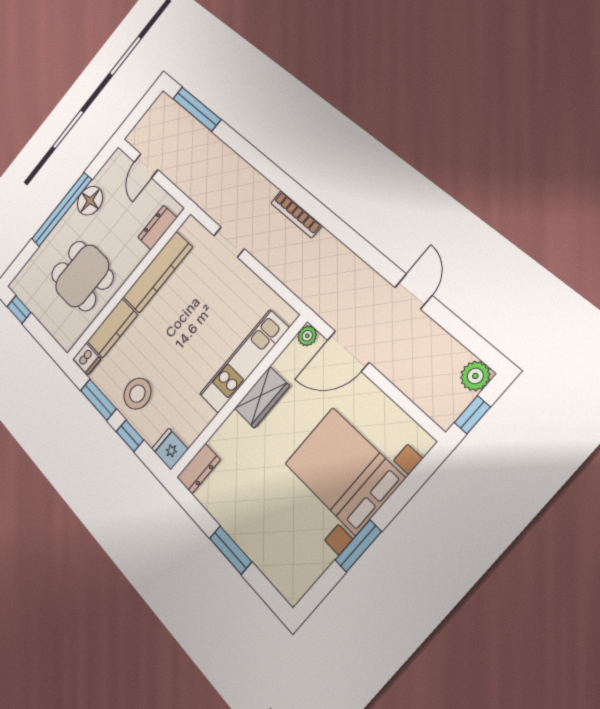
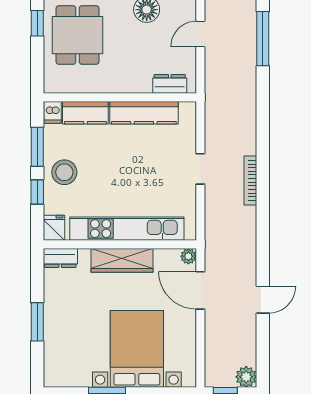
doorway: (229, 242) -> (200, 169), moved
dining table: (82, 276) -> (77, 35), moved
kitchen unit: (244, 361) -> (127, 229), width x1.36
wardrobe: (262, 397) -> (122, 260), width x1.50

